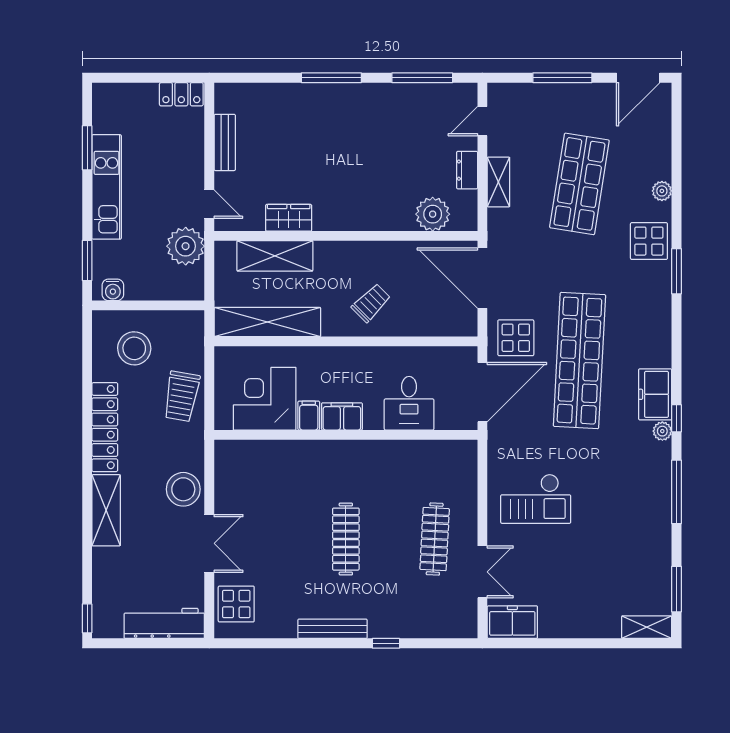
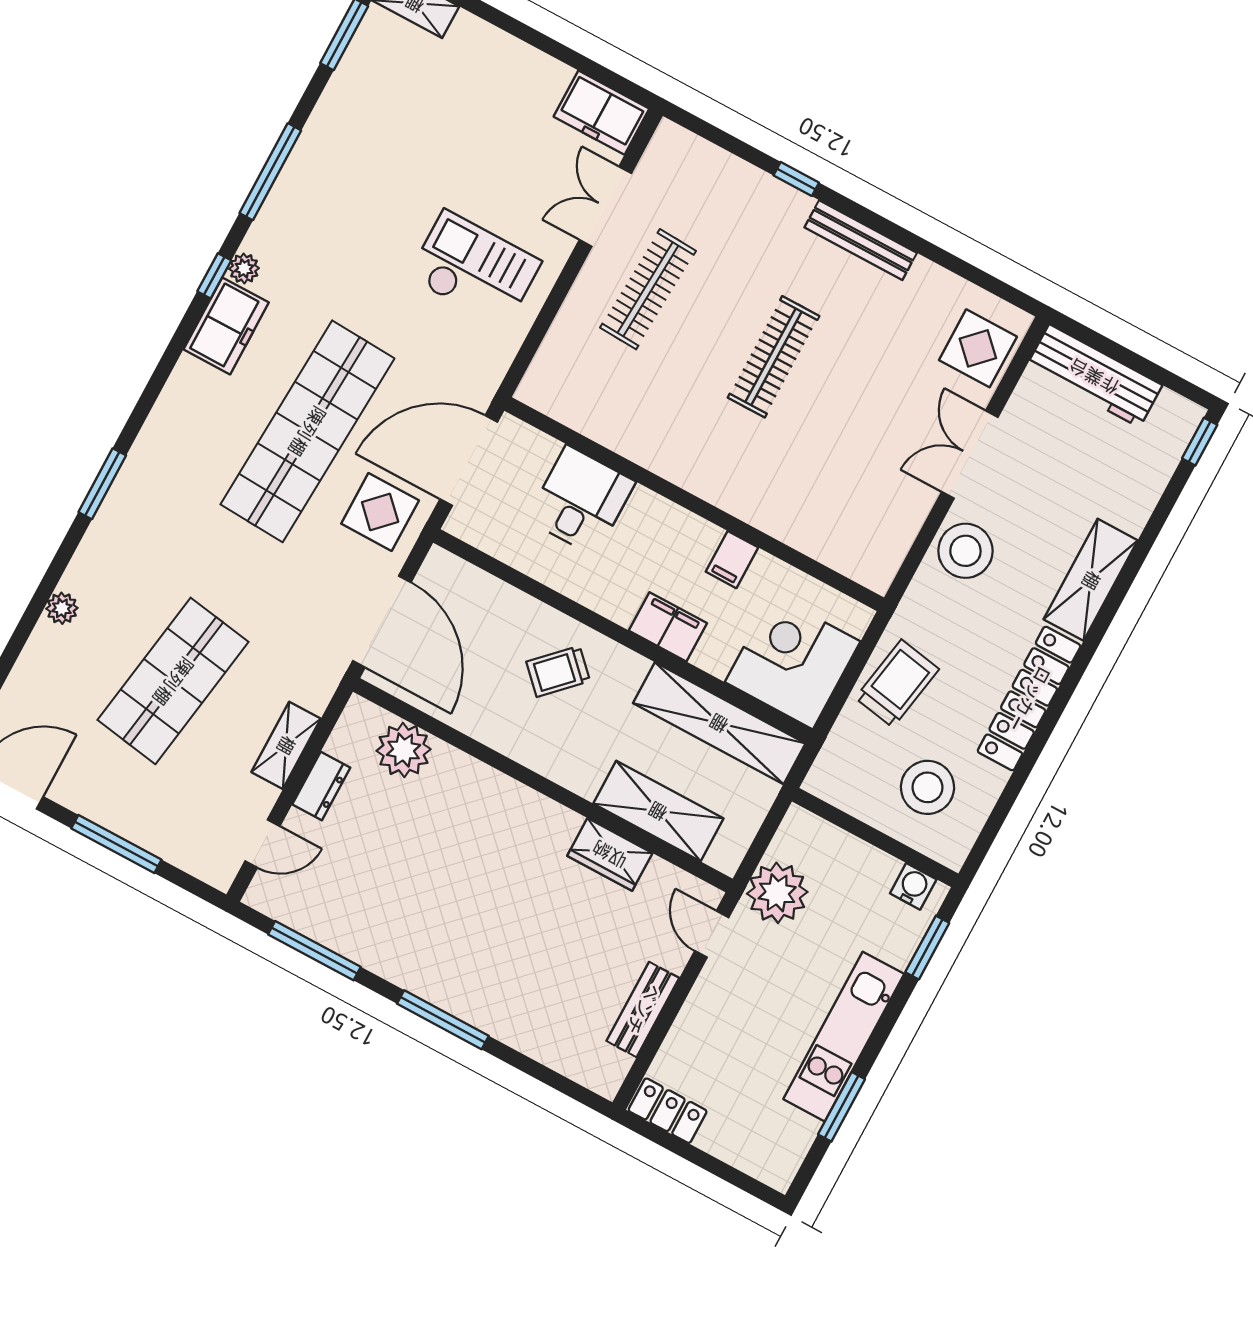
display table: (649, 241) -> (118, 547), removed
corner desk: (265, 399) -> (793, 662), moved, turned 180
filing cabinet: (342, 416) -> (668, 627), moved, turned 180

